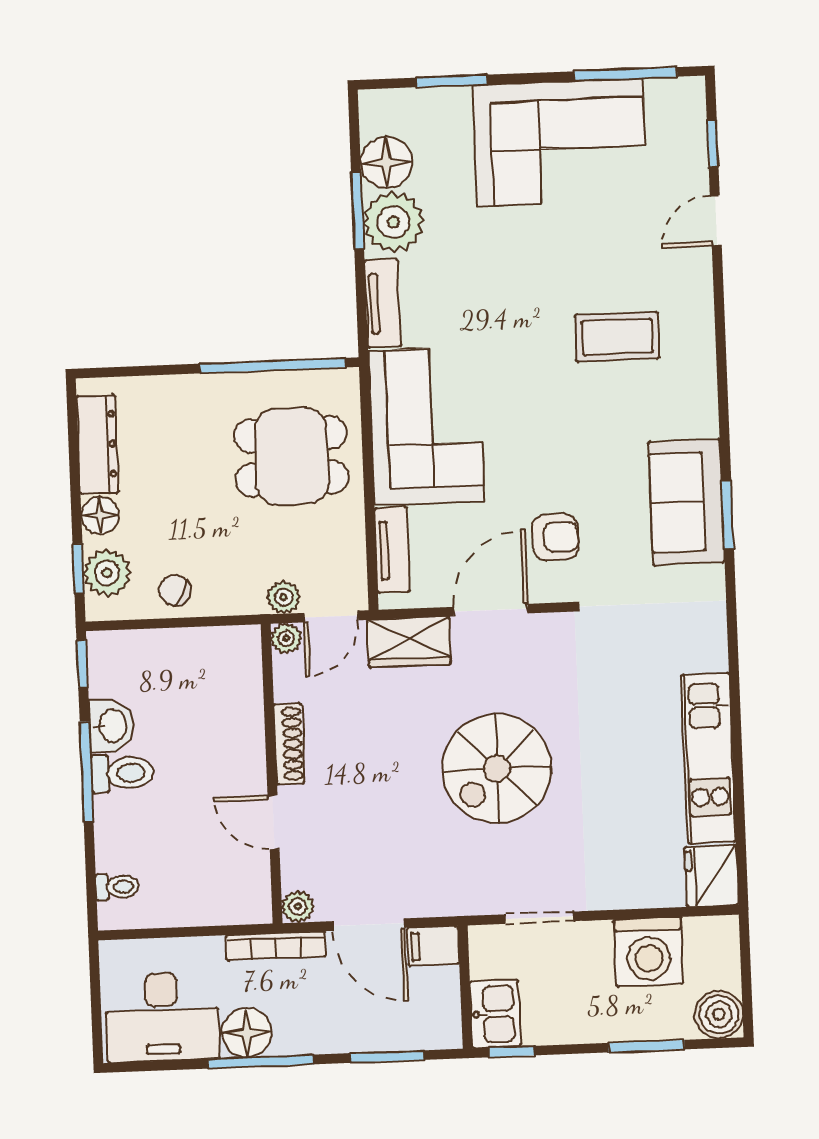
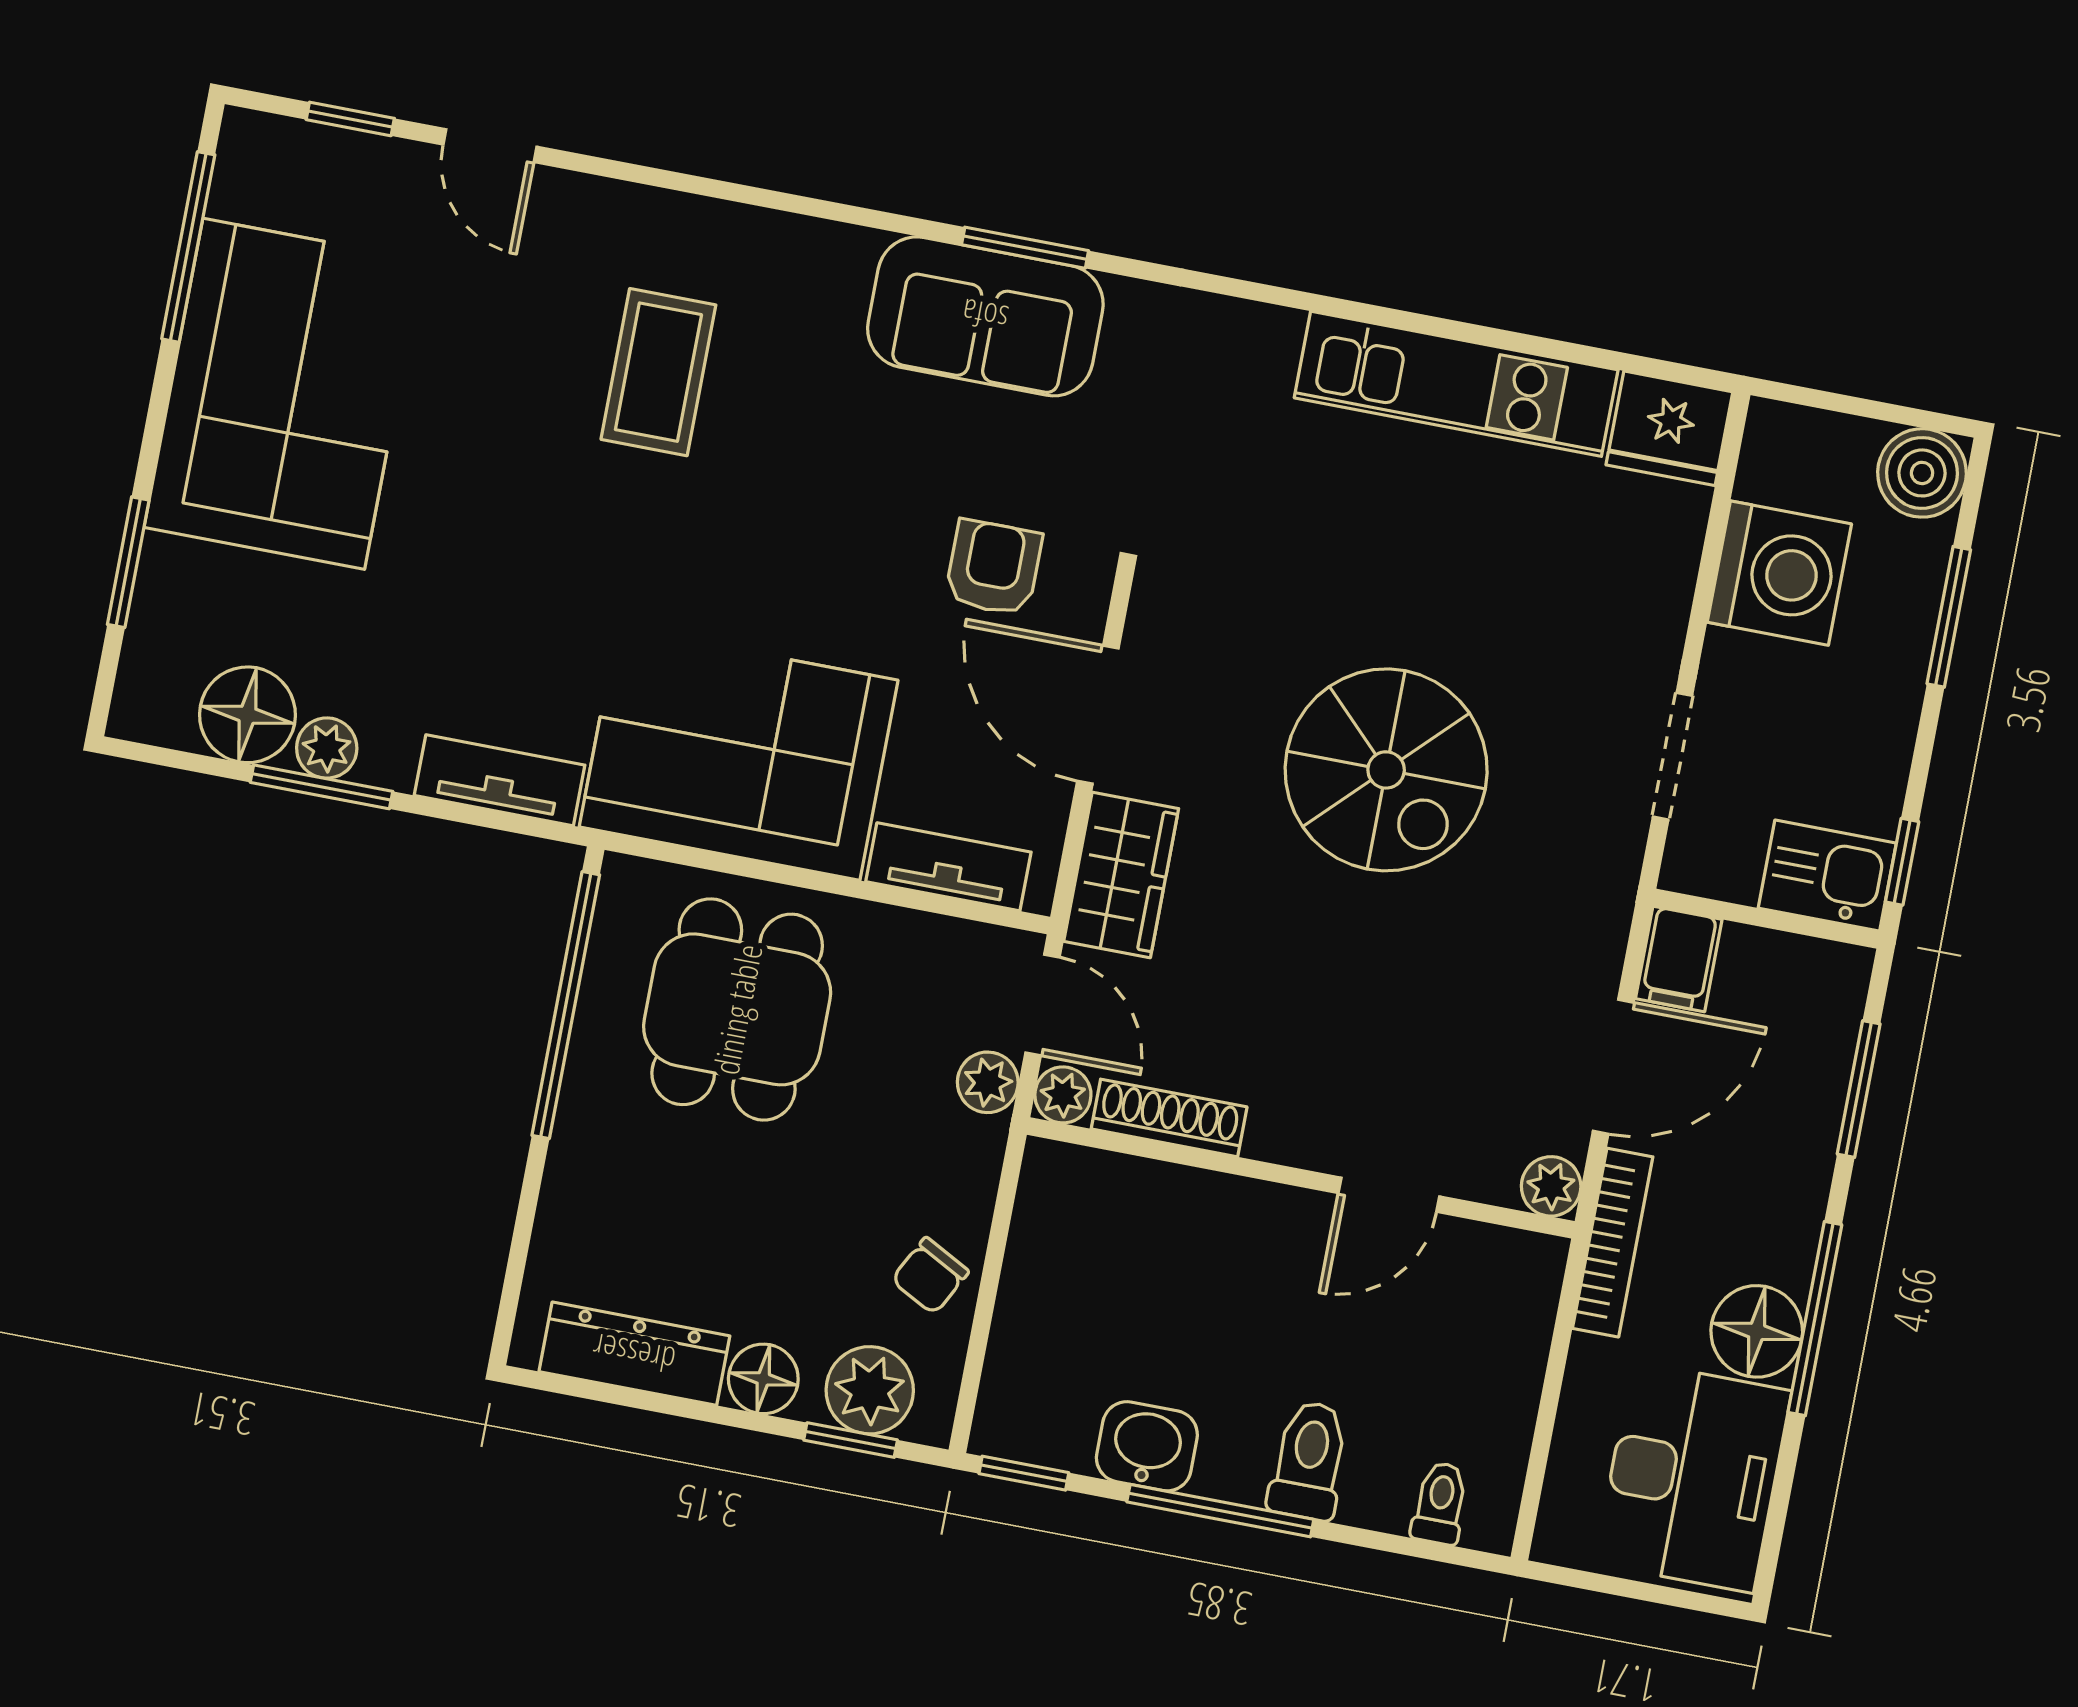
plant: (393, 222) -> (327, 748), width x0.53, depth x0.53
shoe rack: (289, 744) -> (1169, 1118), moved
toilet: (122, 773) -> (1309, 1460), moved

